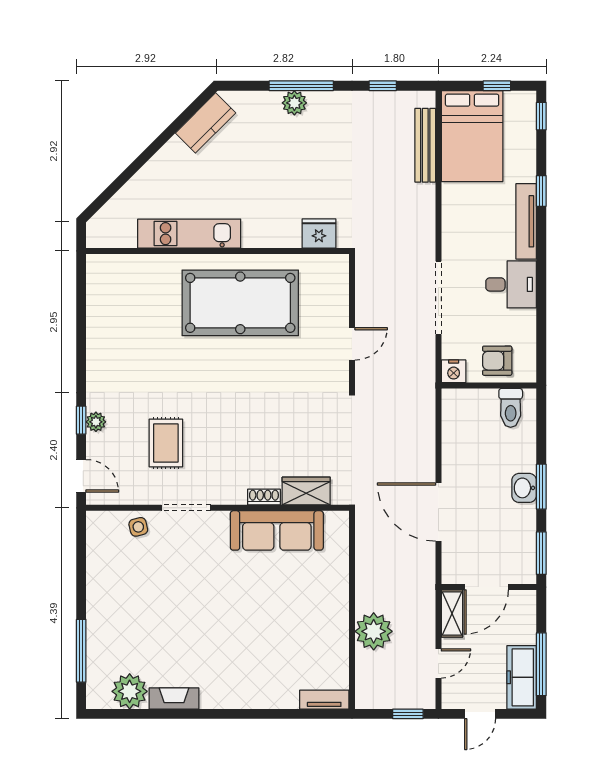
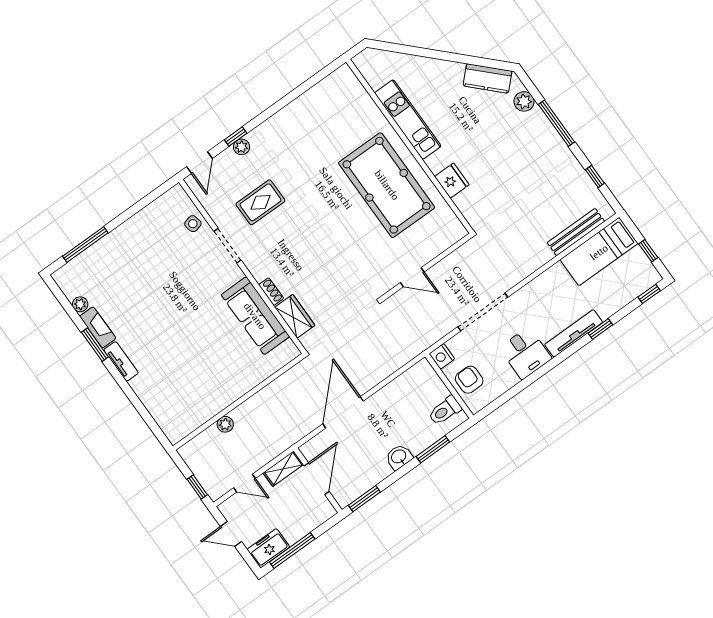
plant: (294, 103) -> (524, 101), moved
bed: (472, 136) -> (599, 252), width x0.67
fridge: (319, 233) -> (452, 181), moved
window: (541, 487) -> (433, 449), moved
door: (486, 587) -> (317, 479), swing flipped
plant: (374, 631) -> (225, 424), width x0.53, depth x0.53
freezer: (522, 677) -> (268, 548), width x0.71
plant: (130, 691) -> (80, 304), width x0.53, depth x0.53
tv unit: (324, 700) -> (121, 361), moved
window: (189, 714) -> (95, 345), added

